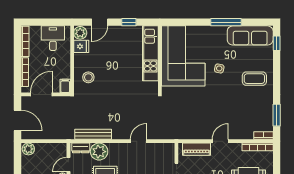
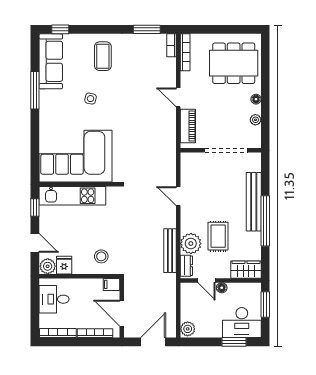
kitchen unit: (150, 53) -> (72, 196), moved
corner sofa: (183, 56) -> (75, 156), moved
wall: (160, 59) -> (79, 184), moved

